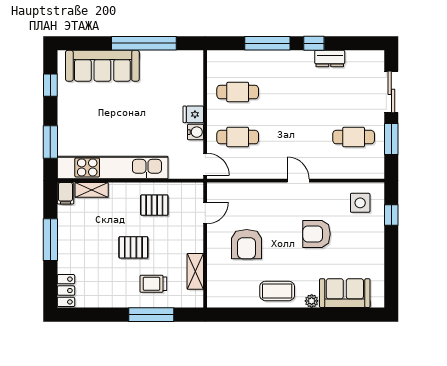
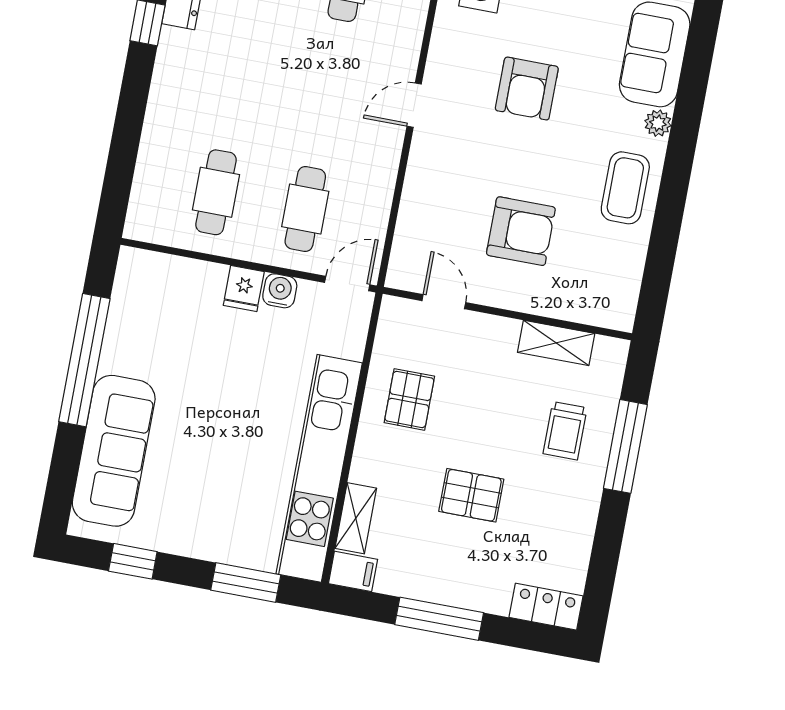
window: (267, 43) -> (130, 115), removed
pallet: (133, 247) -> (471, 495), moved, turned 90

